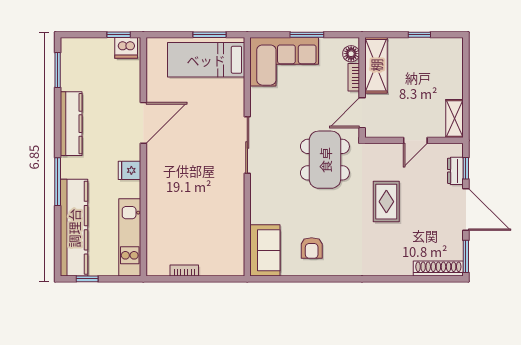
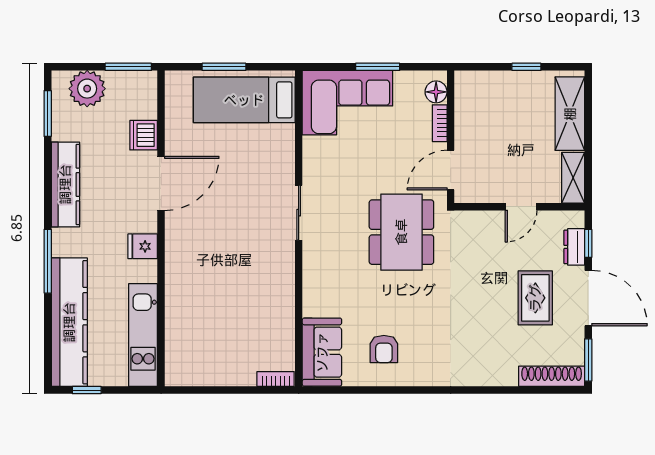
window: (119, 35) -> (128, 67), width x1.50
window: (210, 35) -> (224, 67), moved
dishwasher: (126, 48) -> (144, 135), moved, turned 90
plant: (87, 51) -> (87, 89), added
shelving: (376, 65) -> (570, 114), moved
sliding door: (247, 145) -> (299, 213), width x0.73
rug: (386, 202) -> (535, 298), moved
bookcase: (184, 271) -> (276, 379), moved

